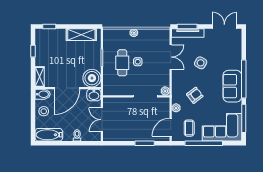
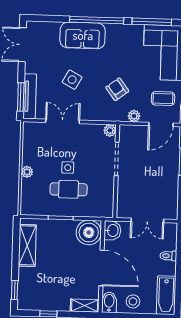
sofa: (232, 86) -> (83, 35), moved
door: (171, 127) -> (161, 124), hinge flipped

